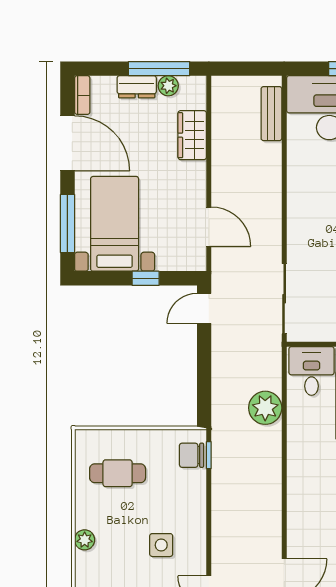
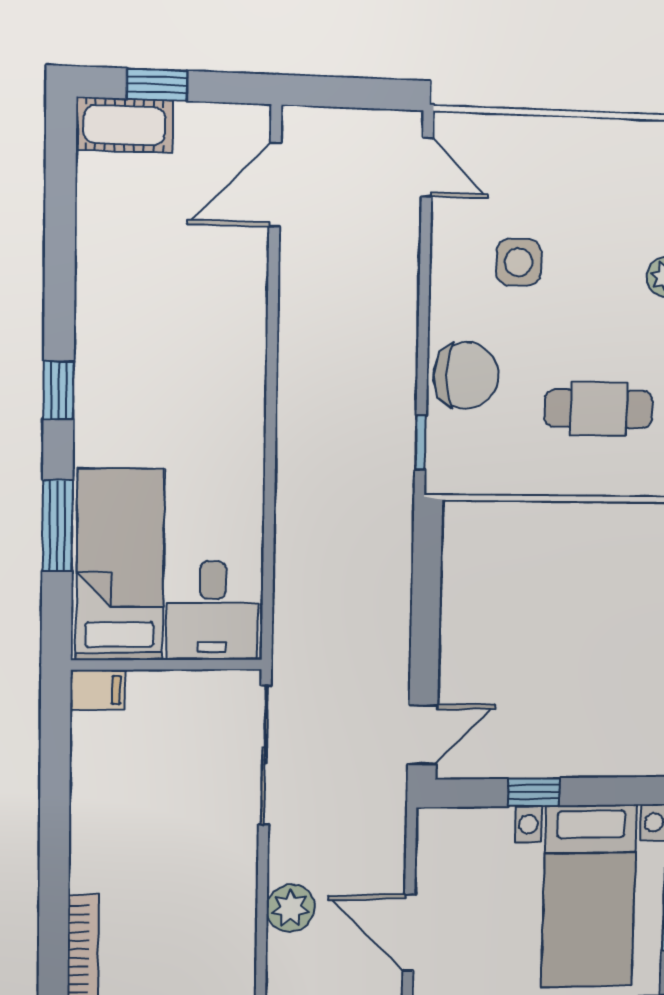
door: (209, 227) -> (409, 933), moved
plant: (265, 408) -> (291, 908), moved, width x0.73, depth x0.73
chair: (192, 455) -> (466, 376), moved, width x1.37, depth x1.37

